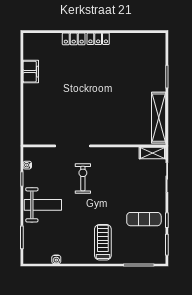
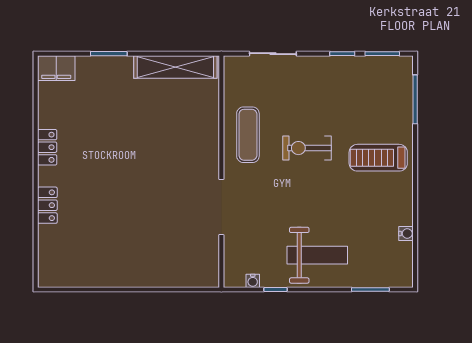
locker: (98, 39) -> (47, 147), moved
filing cabinet: (31, 72) -> (56, 68), moved, turned 180
shelving: (152, 153) -> (233, 77), removed
exercise bike: (83, 178) -> (307, 148), moved
weight bench: (43, 205) -> (317, 255), turned 90
exercise mat: (144, 219) -> (248, 135), moved

